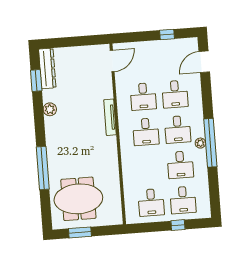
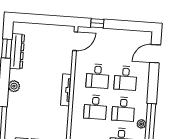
window: (167, 35) -> (97, 23), moved
dresser: (47, 68) -> (17, 51), moved
plant: (50, 109) -> (14, 86), moved

